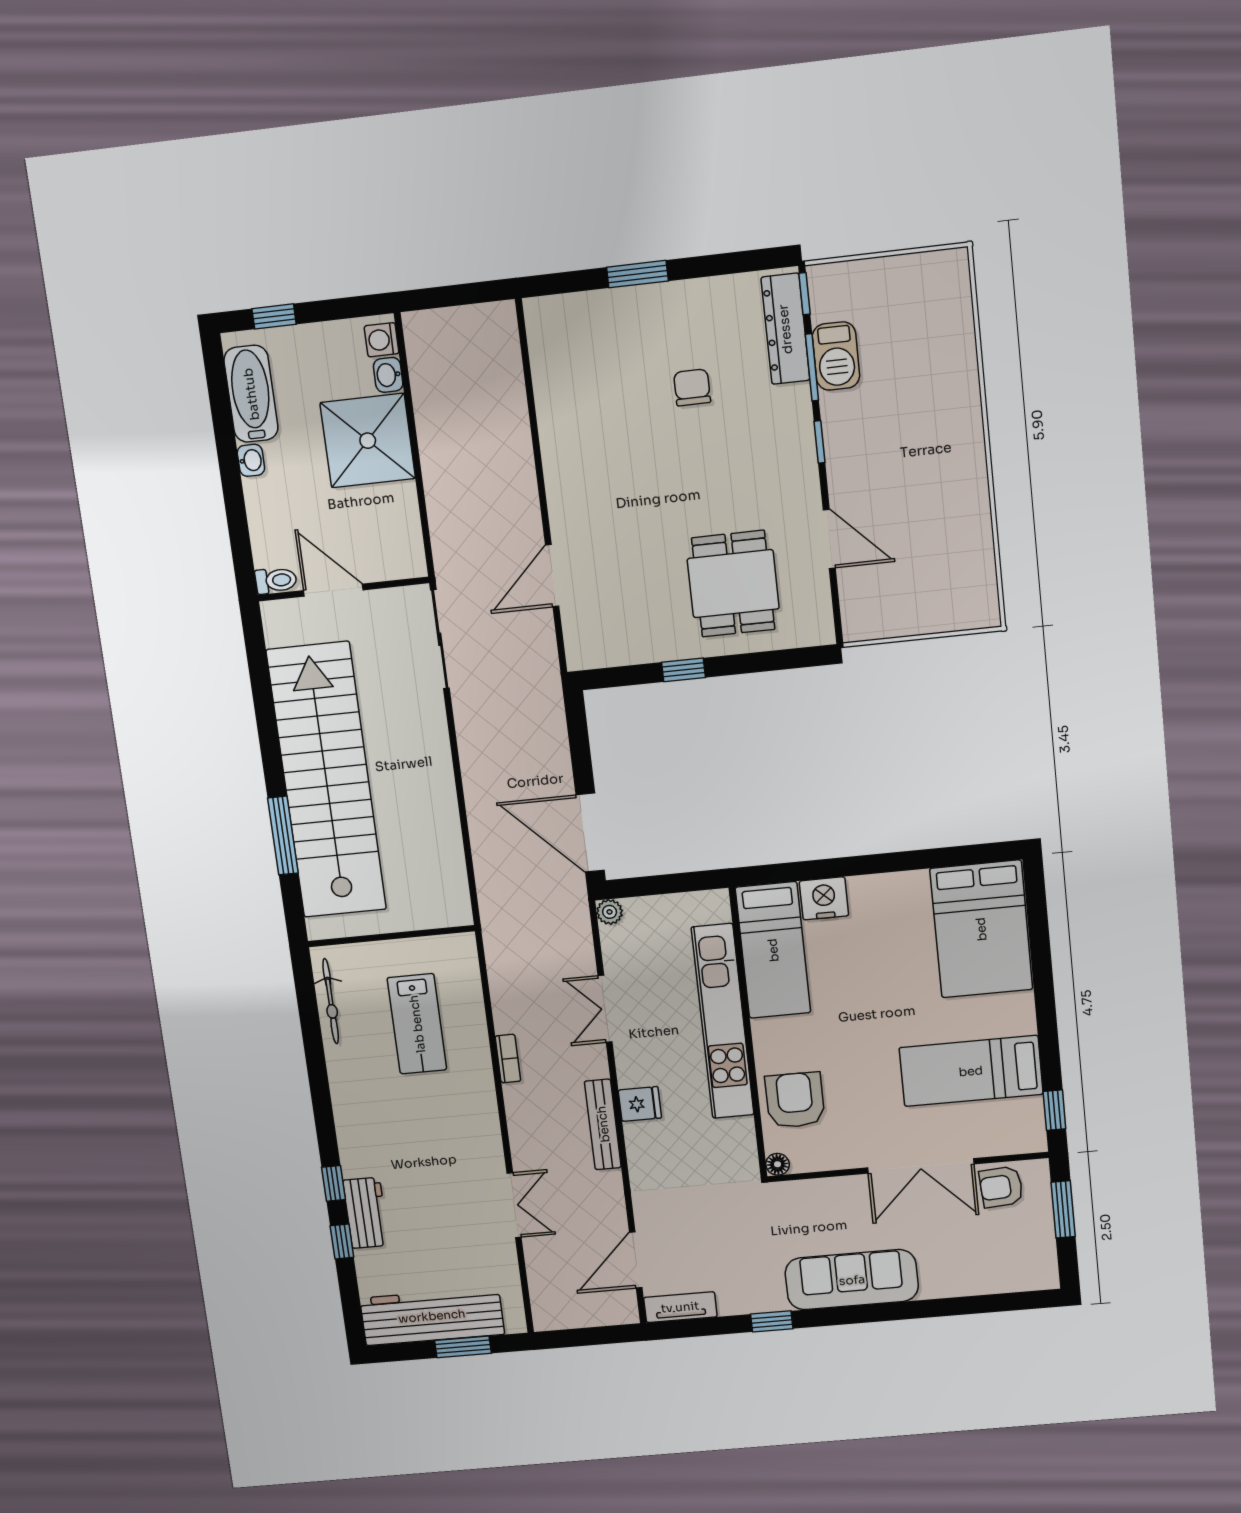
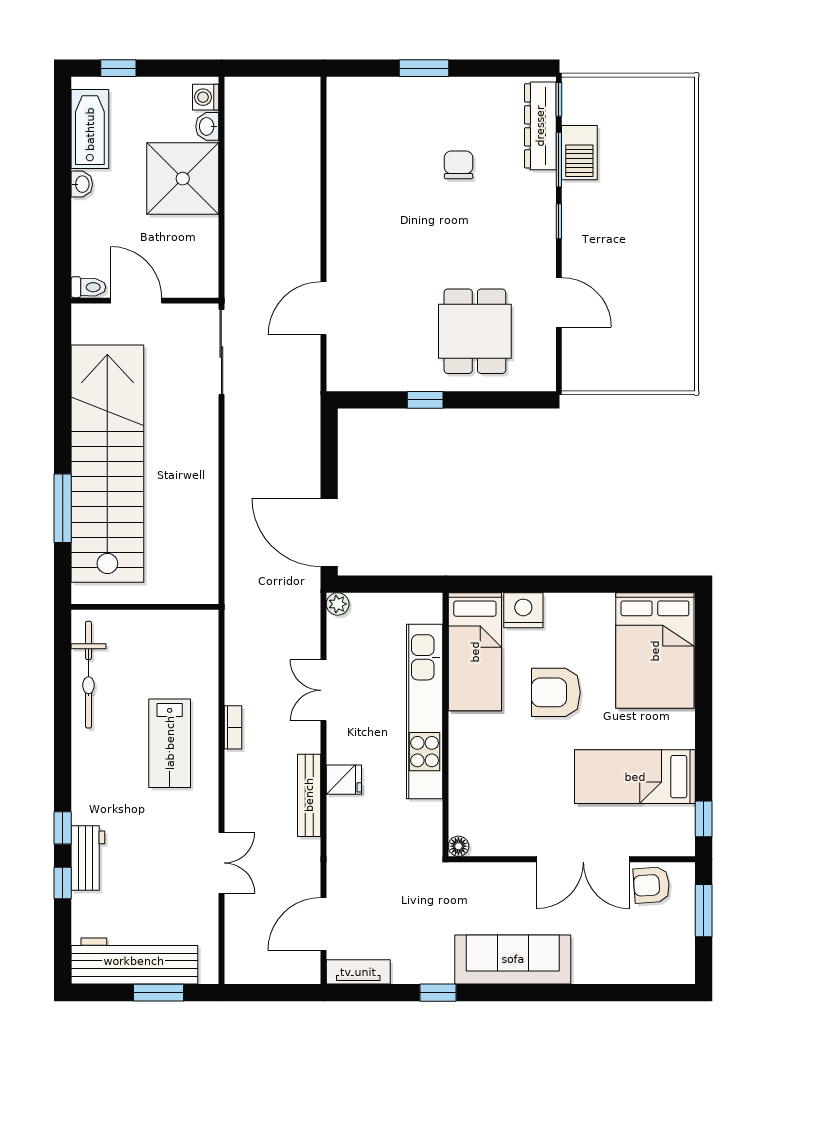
bicycle: (331, 1001) -> (88, 675), width x1.37, depth x1.40
lab bench: (417, 1024) -> (170, 743), moved
armchair: (795, 1100) -> (556, 692), moved, turned -90

